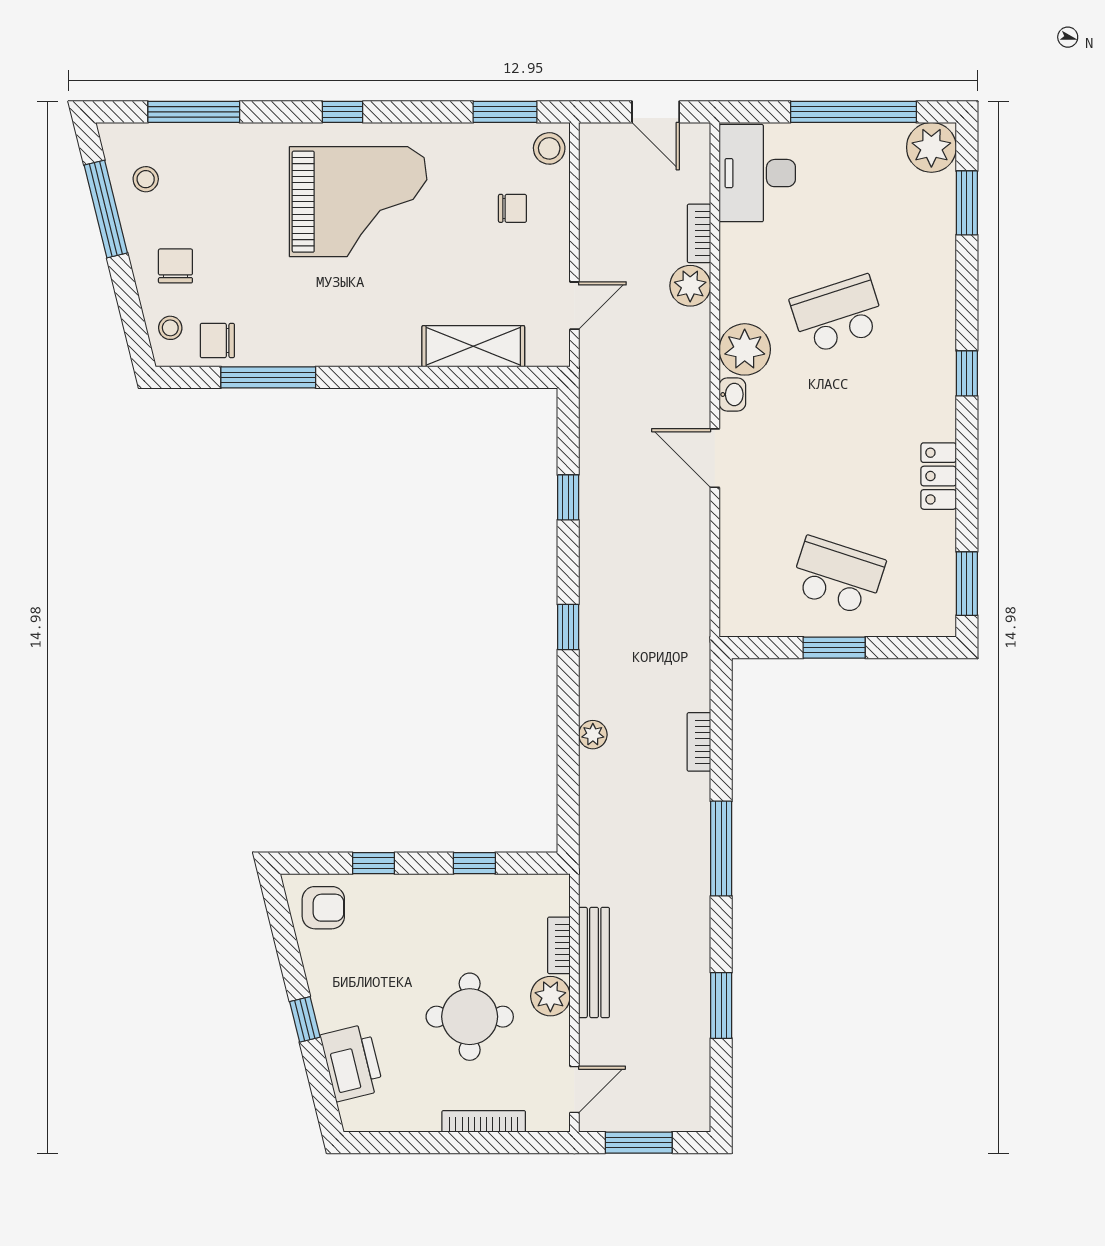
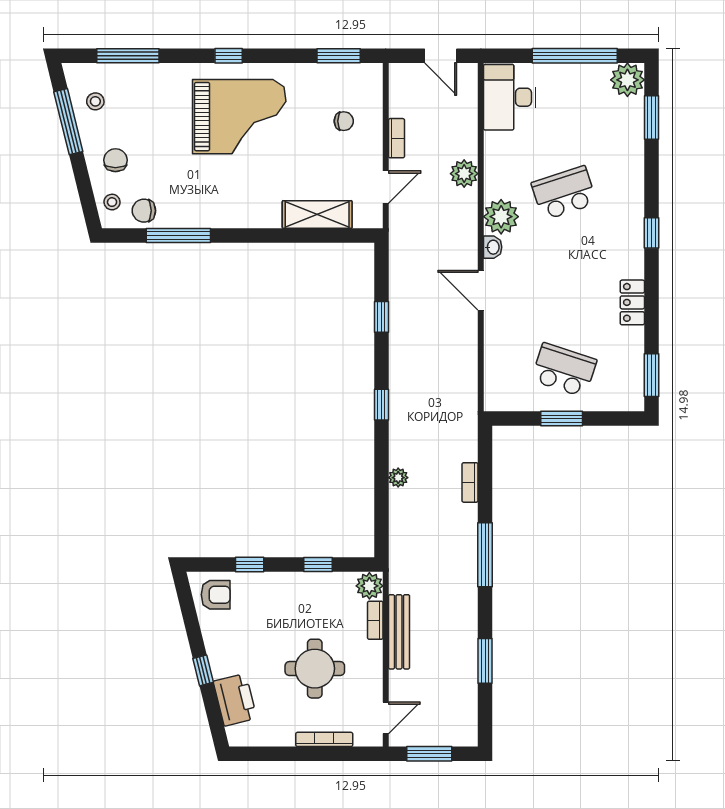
stool: (549, 148) -> (369, 81), removed
bookcase: (699, 233) -> (396, 138), moved, turned 180
plant: (550, 996) -> (369, 586), moved

